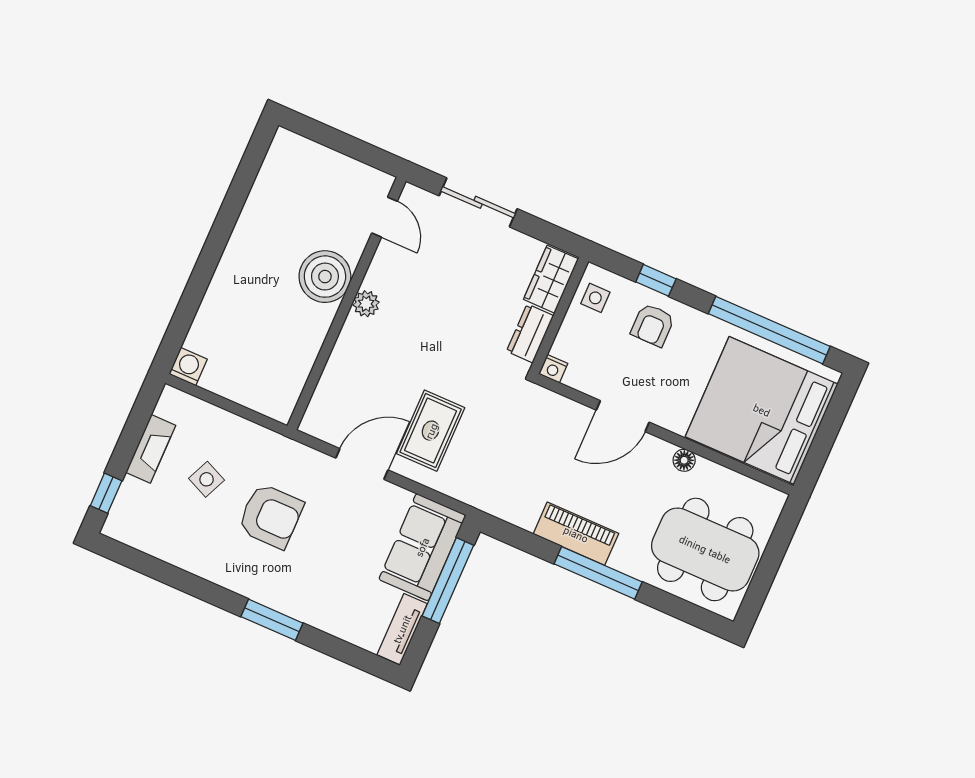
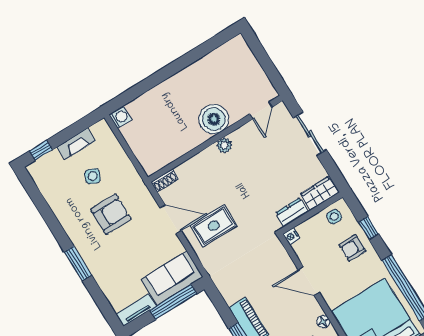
shoe rack: (315, 414) -> (165, 181), added
armchair: (271, 516) -> (111, 214), turned -90

